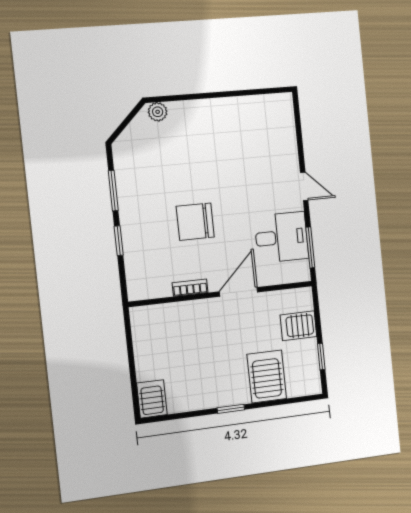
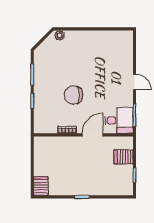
desk: (281, 237) -> (119, 120), moved
server rack: (267, 376) -> (103, 182), removed

